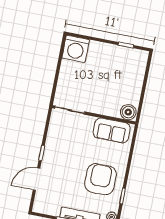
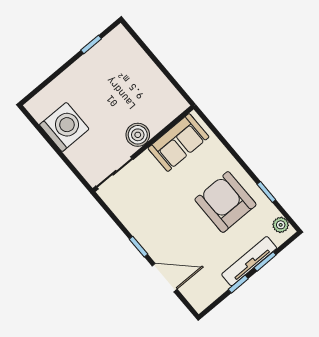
washing machine: (76, 49) -> (64, 127), moved, turned -90
boiler: (128, 112) -> (138, 135), moved
door: (37, 179) -> (165, 278), swing flipped

